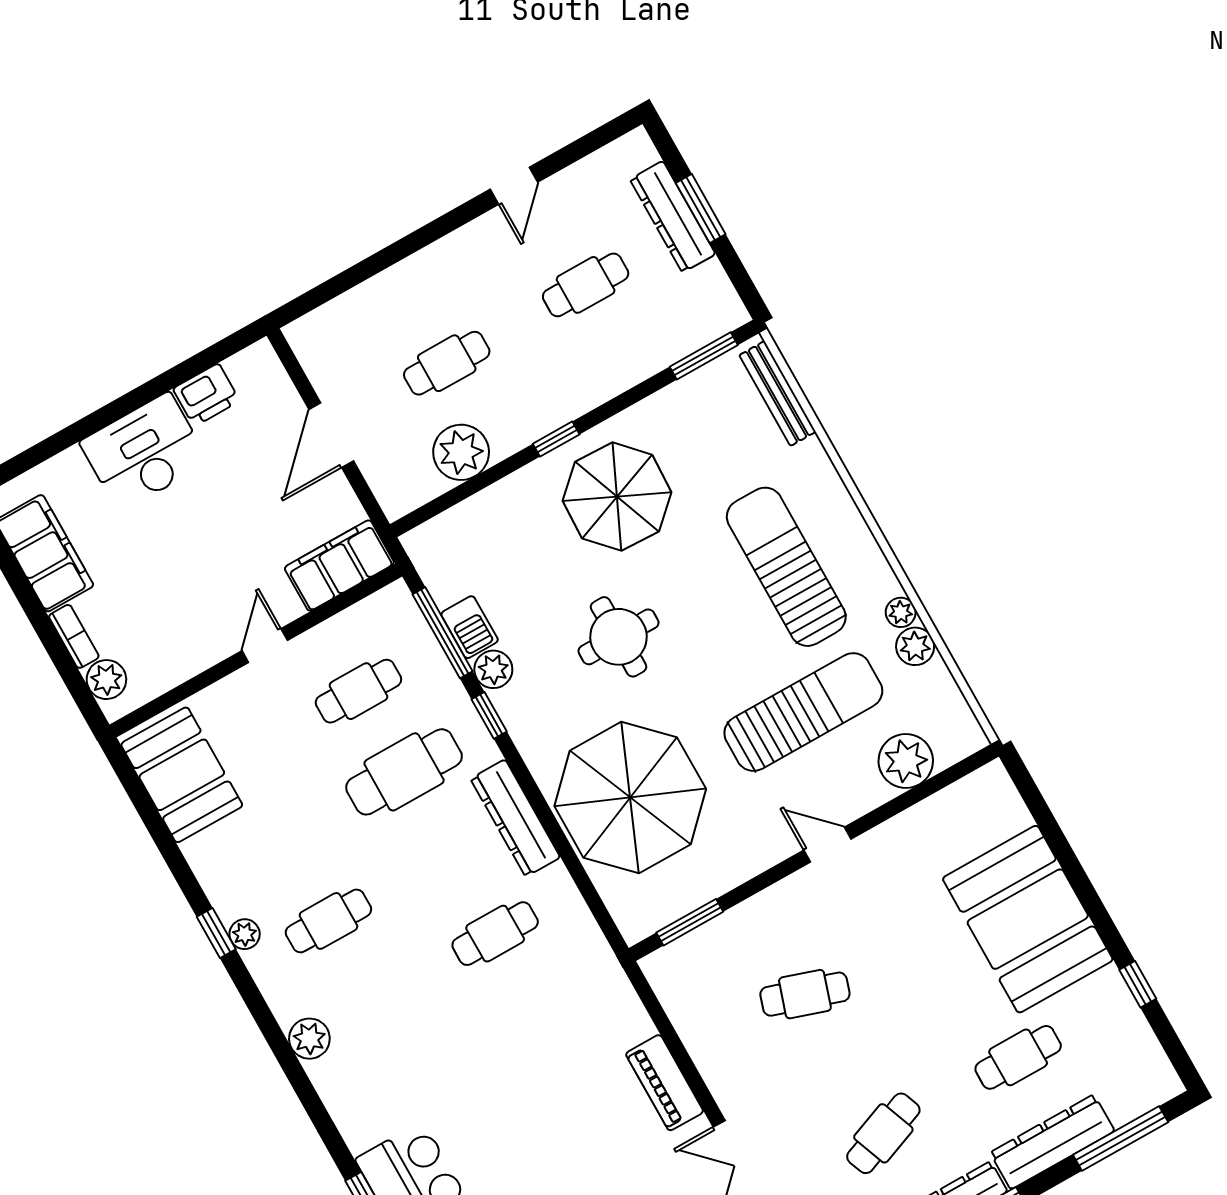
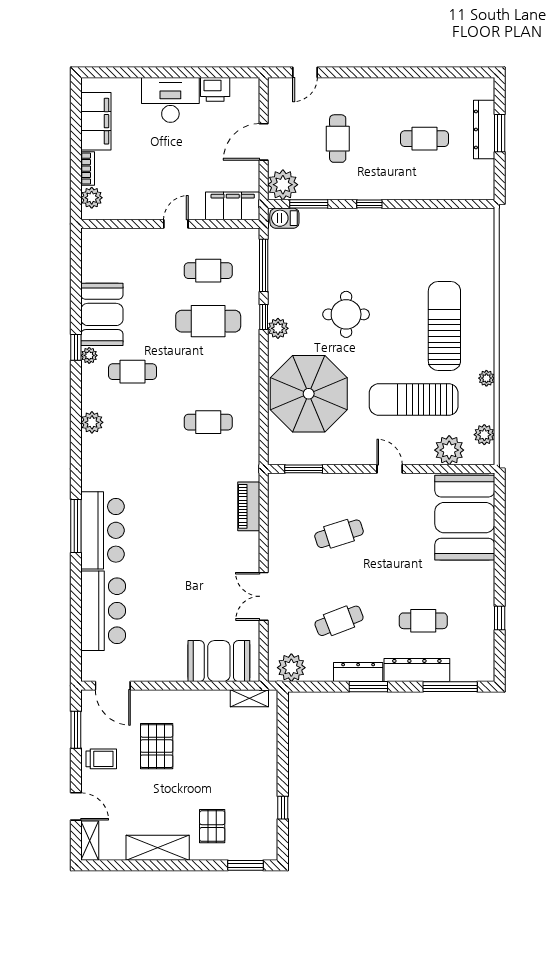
door: (514, 186) -> (305, 72), moved
window: (704, 356) -> (309, 204), moved
cafe table: (447, 363) -> (338, 139), turned 90
bench: (777, 393) -> (487, 241), removed
plant: (461, 452) -> (283, 185), moved
parasol: (617, 497) -> (383, 247), removed
barbecue: (470, 627) -> (284, 218), moved, turned 90
plant: (915, 646) -> (484, 435), moved
plant: (493, 669) -> (278, 328), moved
sun lounger: (803, 712) -> (414, 399), turned 180
booth: (182, 775) -> (102, 314), moved
dresser: (515, 818) -> (249, 373), removed
booth: (1028, 919) -> (465, 518), moved
cafe table: (805, 994) -> (339, 534), turned -36
piano: (665, 1083) -> (249, 506), moved

